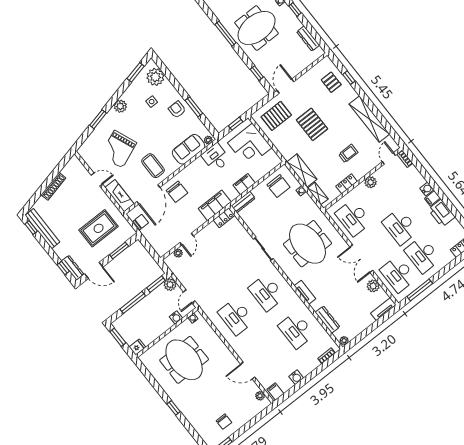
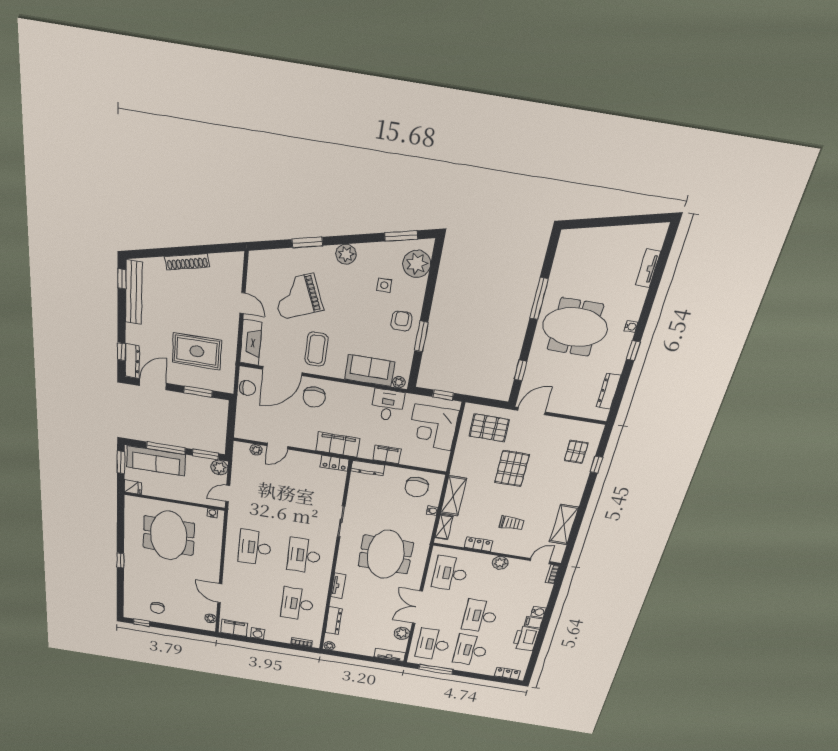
shelving: (369, 119) -> (564, 525), width x0.68
door: (94, 270) -> (153, 384), swing flipped
sofa: (135, 316) -> (156, 461), added
water cooler: (176, 317) -> (196, 498), removed
filing cabinet: (275, 391) -> (234, 628), width x2.00

